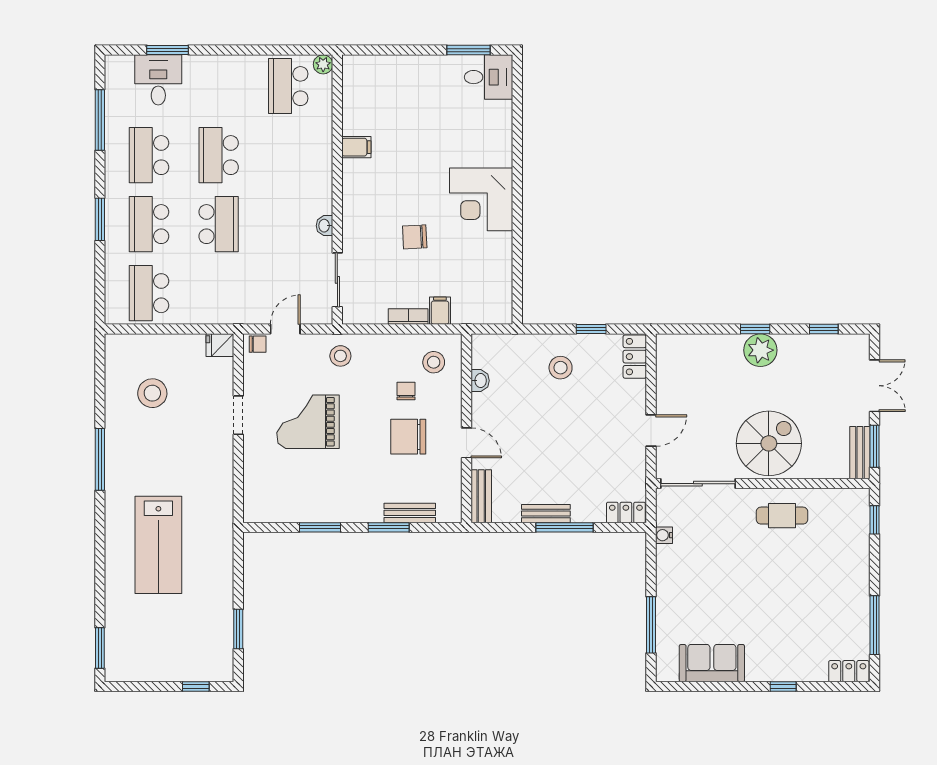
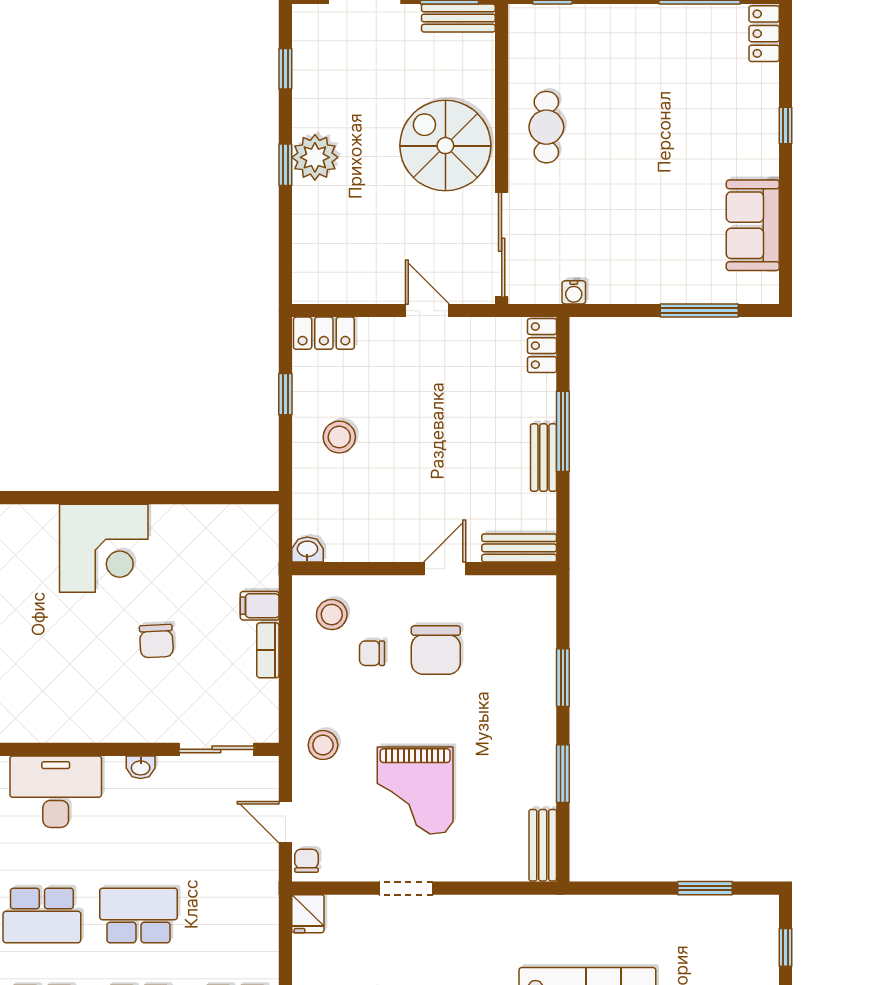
filing cabinet: (356, 147) -> (31, 723), removed
desk: (307, 165) -> (56, 792), added
washbasin: (480, 381) -> (307, 550), moved
bench: (410, 513) -> (543, 845), moved

